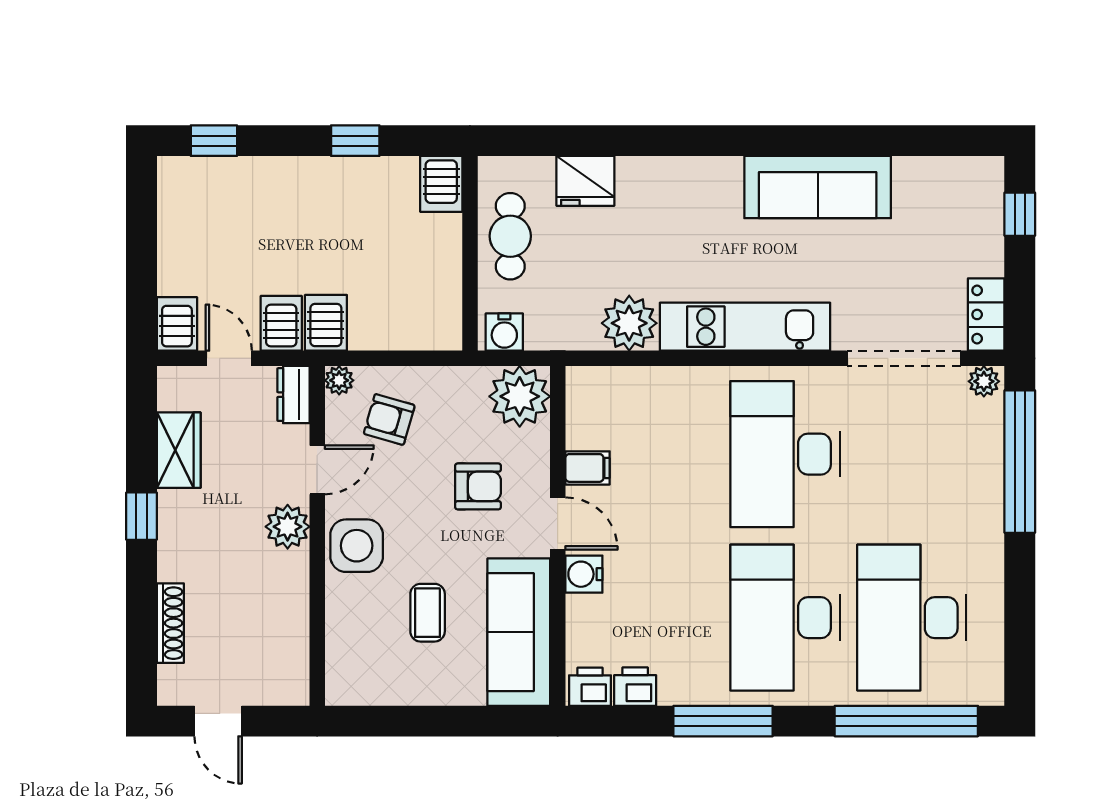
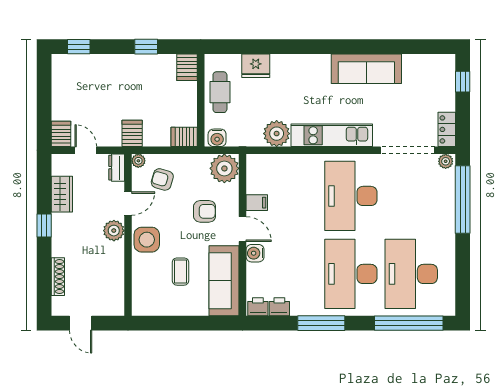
server rack: (281, 323) -> (184, 137), moved, turned -90

